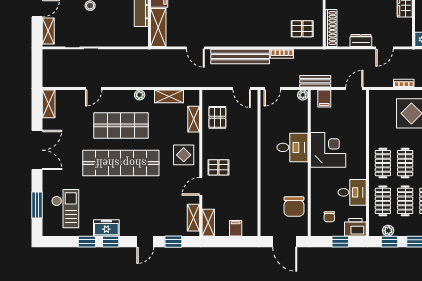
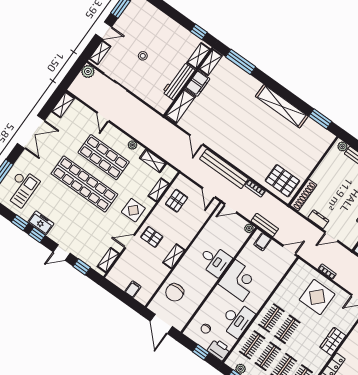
pallet: (302, 29) -> (282, 181), width x1.50, depth x1.42
plant: (50, 56) -> (88, 71), added
door: (94, 89) -> (103, 117), hinge flipped
desk: (352, 192) -> (237, 320), width x1.37
chair: (294, 207) -> (175, 292), moved
shelving: (208, 223) -> (174, 256), moved

